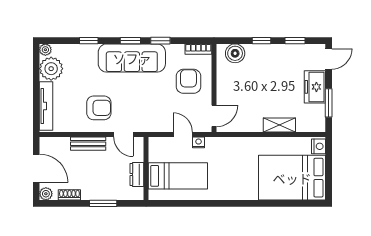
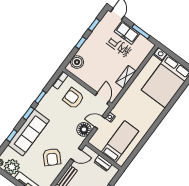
sofa: (132, 58) -> (29, 133), moved
armchair: (99, 108) -> (52, 157), turned 136
floor lamp: (160, 122) -> (84, 129), added
shelving: (279, 125) -> (126, 77), moved

